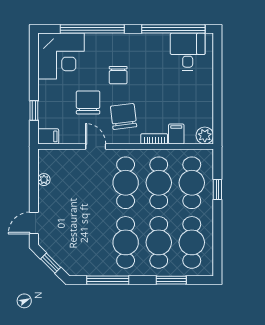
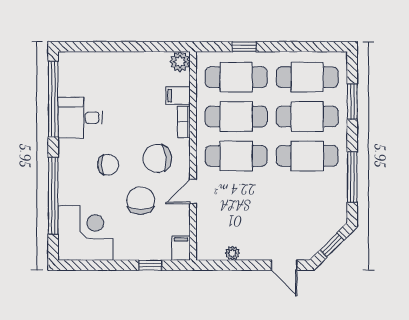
desk: (188, 52) -> (80, 118), moved
chair: (88, 103) -> (141, 201), turned 90

